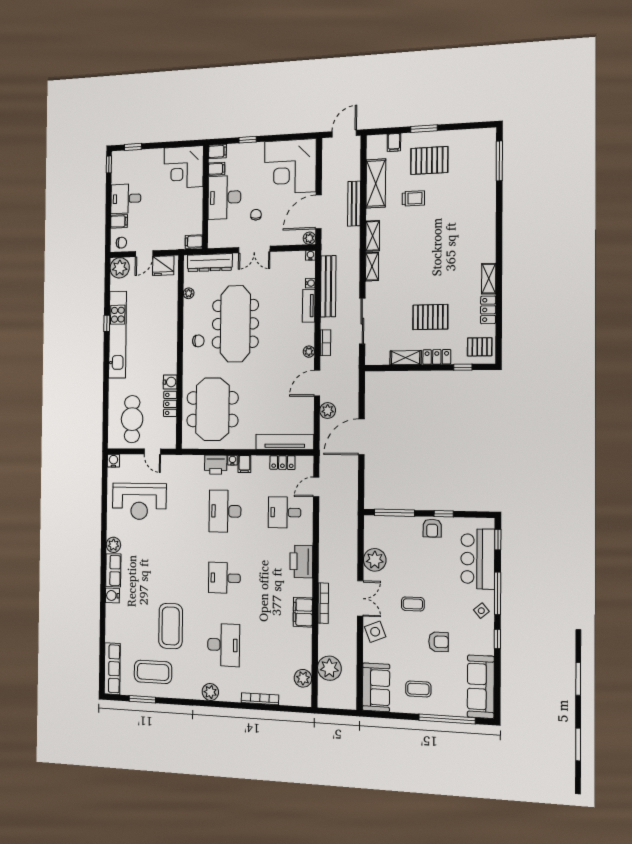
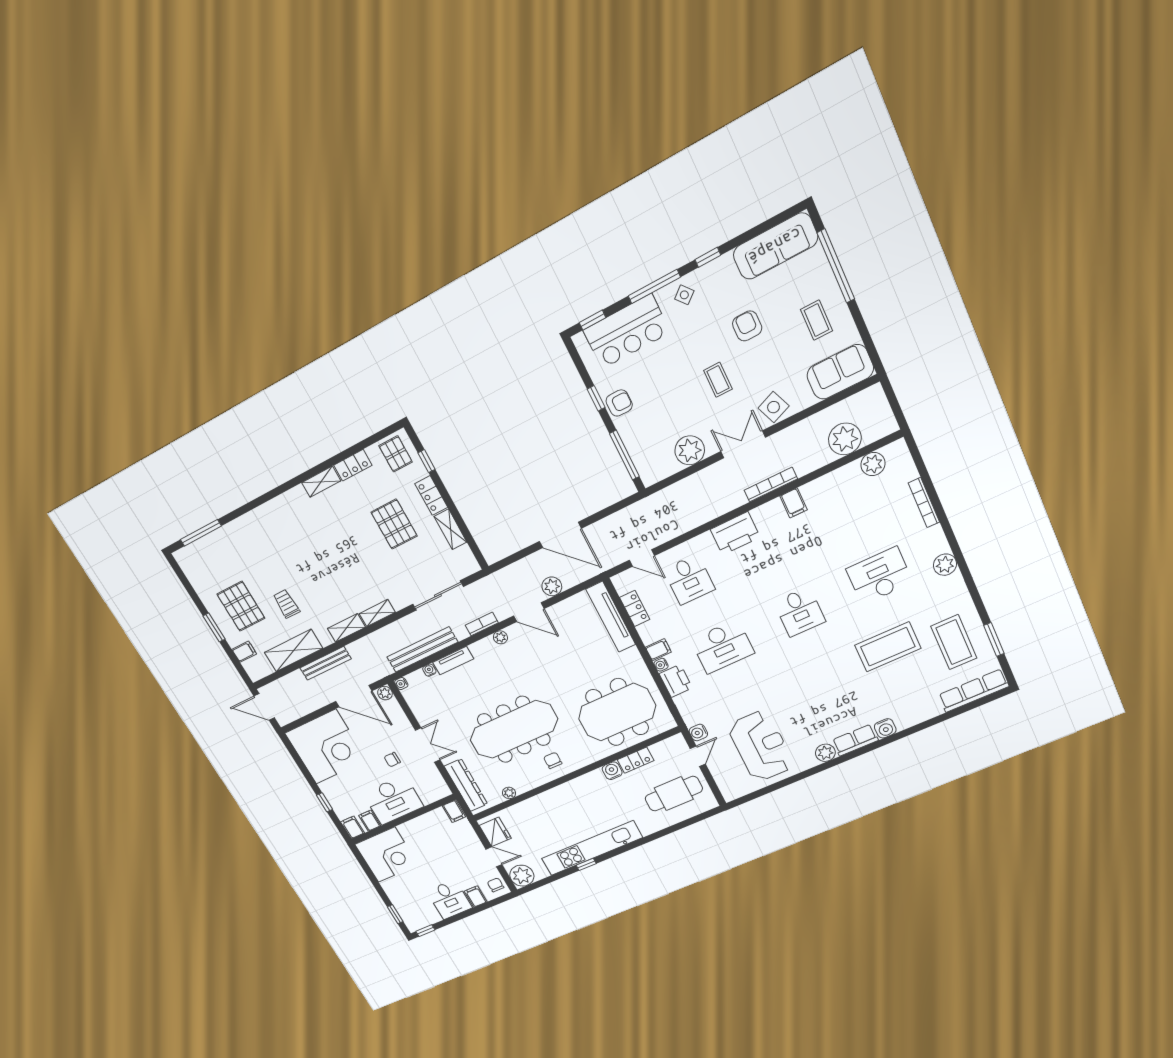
water cooler: (113, 461) -> (698, 732), moved
filing cabinet: (303, 612) -> (794, 503), width x0.50

